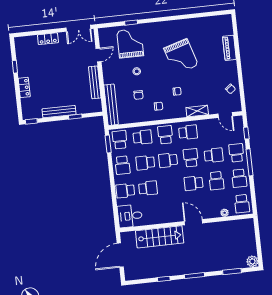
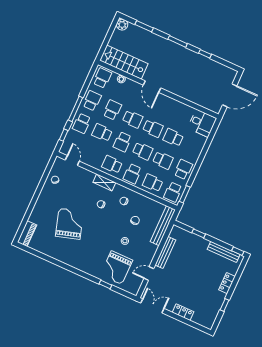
piano: (229, 48) -> (27, 234), moved
grand piano: (181, 57) -> (69, 224), moved
shelving: (197, 111) -> (104, 182), moved
bench: (59, 112) -> (224, 252), moved
school desk: (125, 191) -> (153, 128), moved
stairs: (160, 237) -> (124, 62), moved

